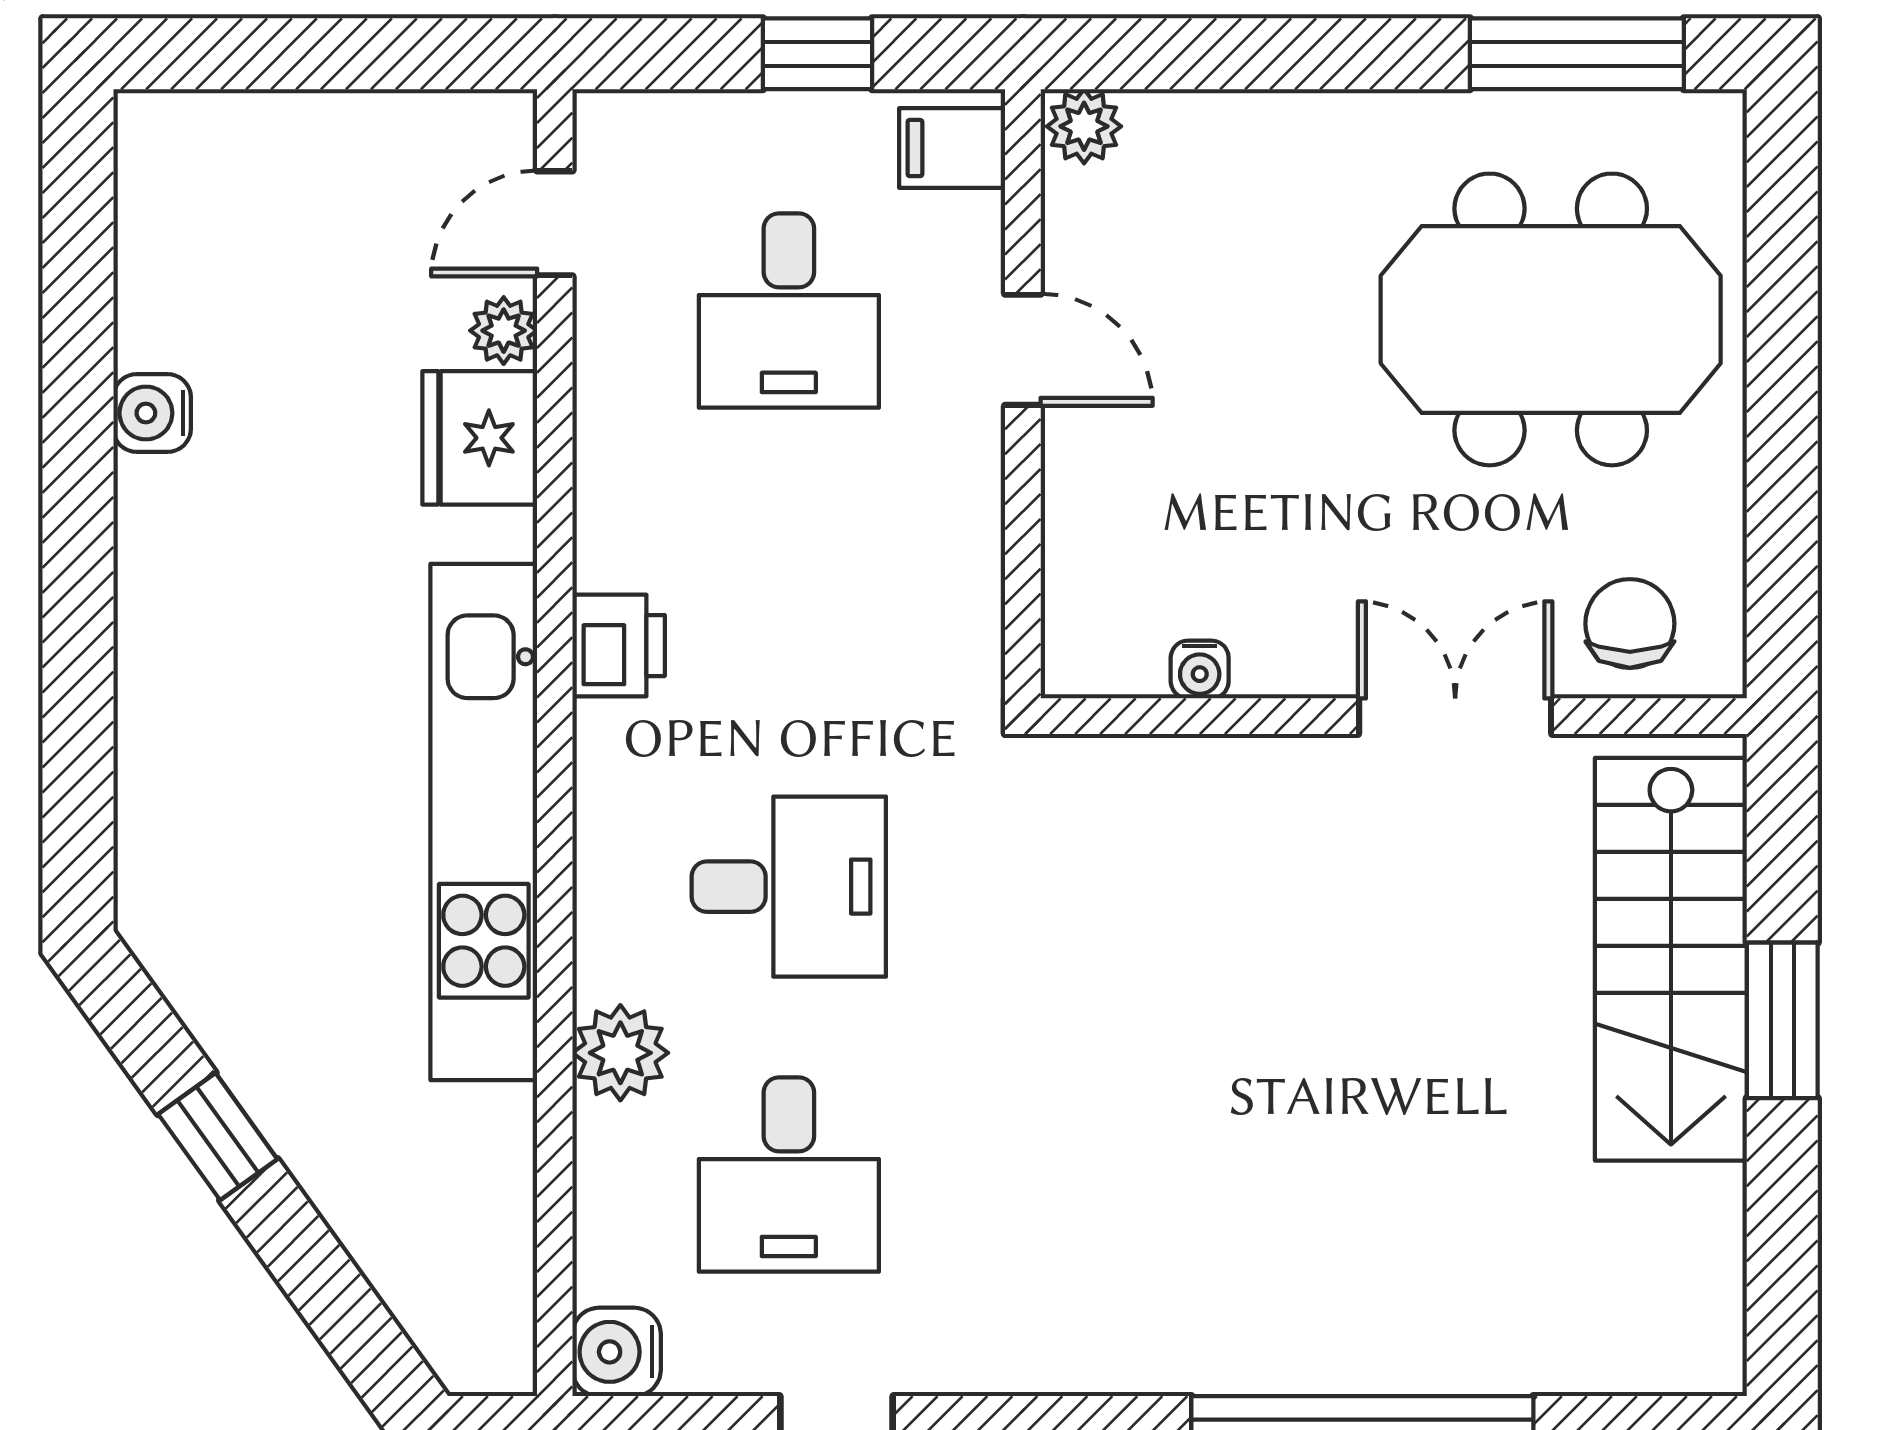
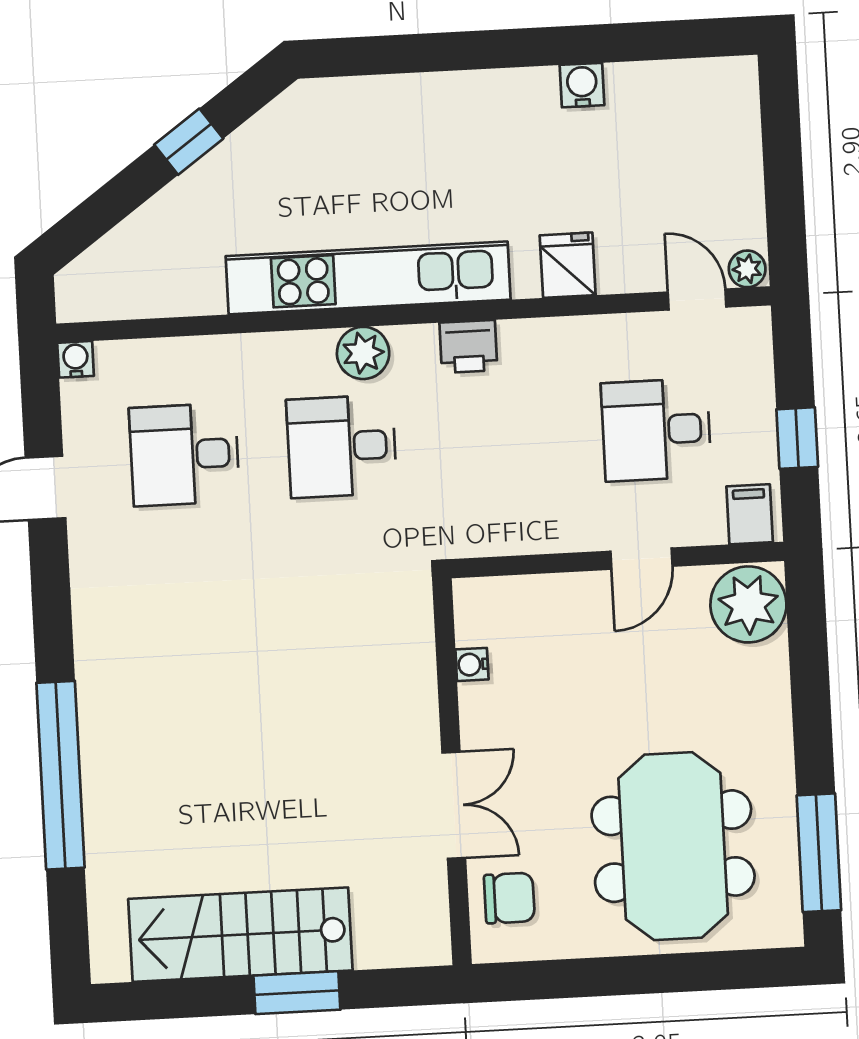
plant: (1084, 126) -> (748, 604), width x1.87, depth x1.87
plant: (504, 331) -> (747, 269), moved
fridge: (480, 438) -> (568, 265), width x0.72
desk: (789, 887) -> (342, 446), turned 90
stairs: (1671, 959) -> (240, 935), moved
plant: (620, 1053) -> (363, 353), moved
water cooler: (617, 1352) -> (76, 359), width x0.72, depth x0.72

